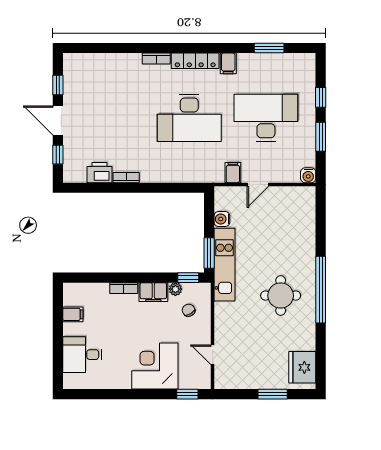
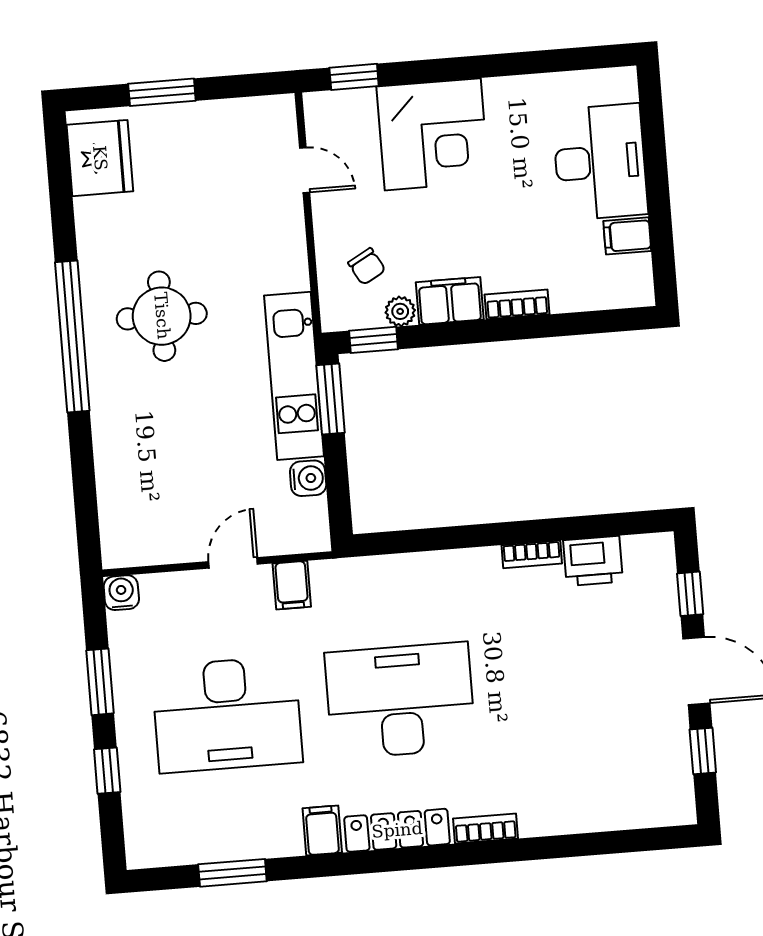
desk: (82, 355) -> (600, 162), width x1.37

